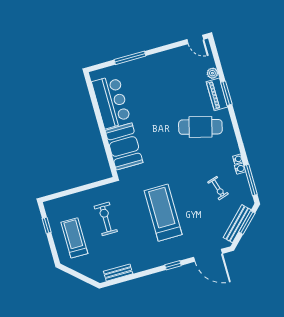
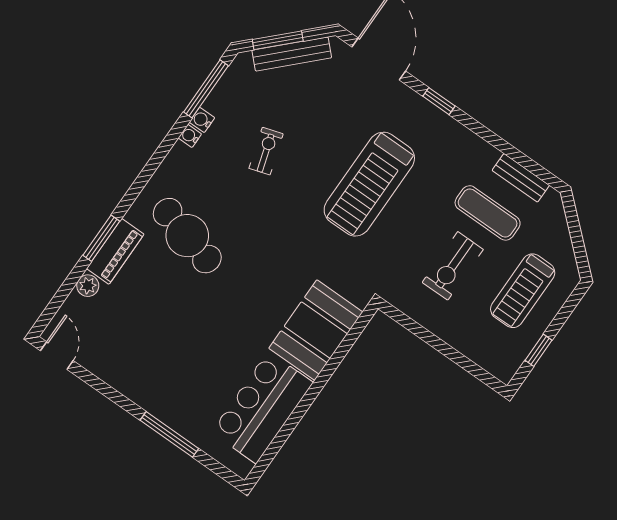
exercise bike: (218, 188) -> (266, 151), moved
exercise mat: (115, 249) -> (488, 213), added

